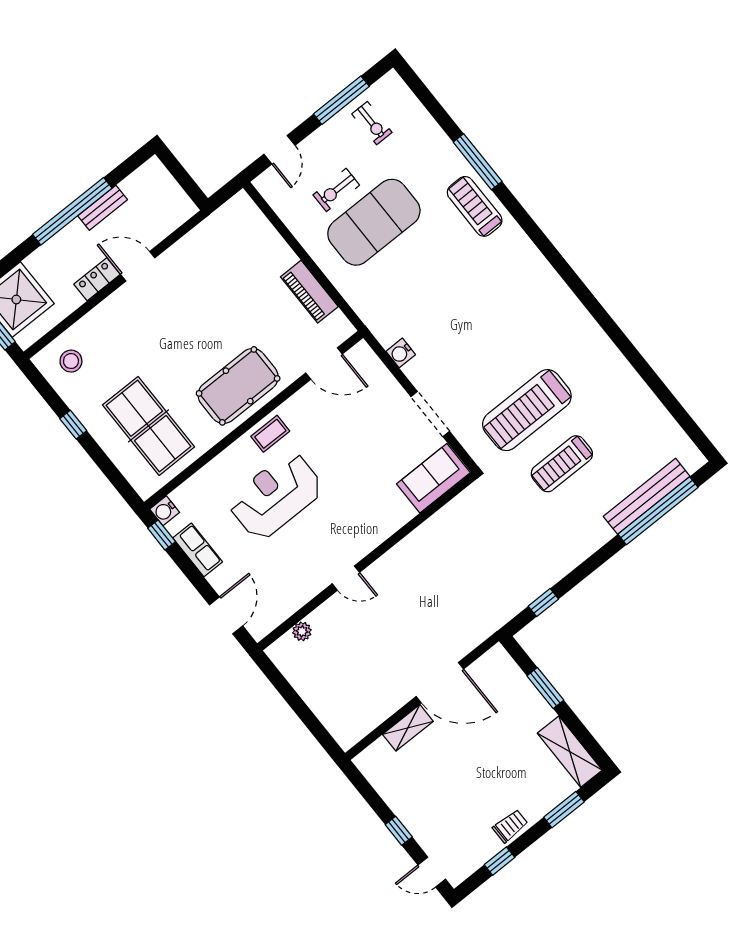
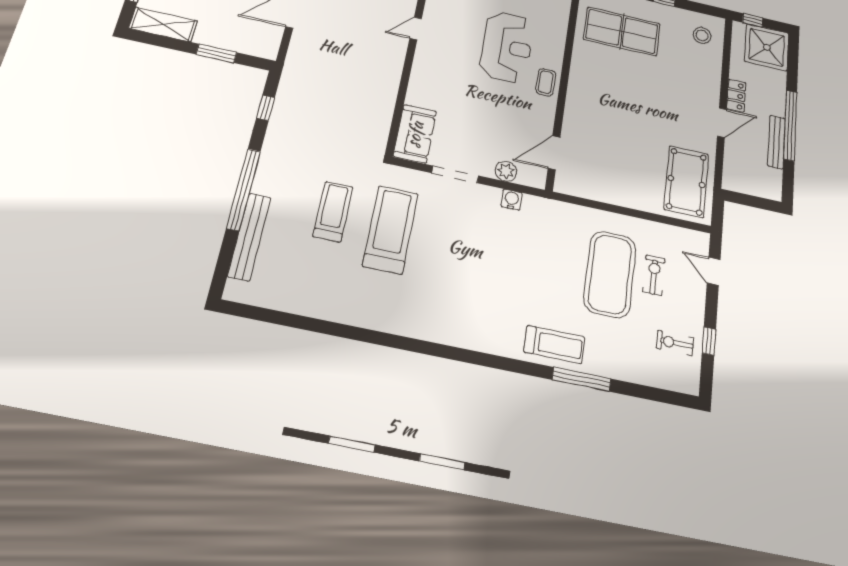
window: (341, 100) -> (709, 341), width x0.46
bench: (103, 208) -> (776, 142), width x1.36
piano: (309, 292) -> (607, 192), removed
plant: (383, 381) -> (506, 171), added
pool table: (238, 386) -> (686, 182), moved
window: (658, 511) -> (244, 189), moved

